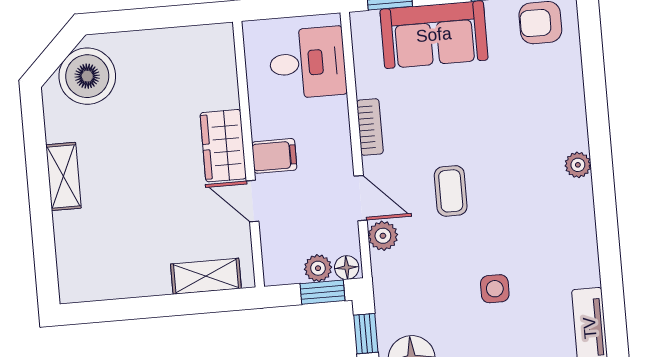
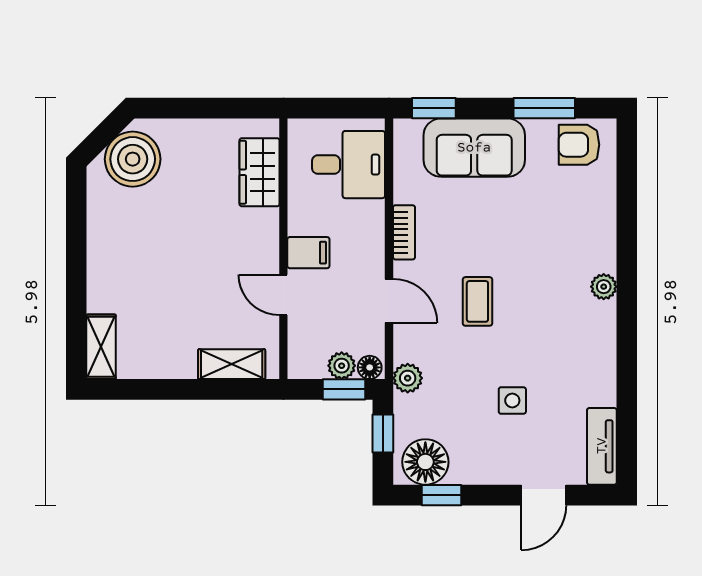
wardrobe: (223, 146) -> (259, 172), moved
shelving: (63, 176) -> (101, 347), moved
plant: (383, 236) -> (408, 378), moved

